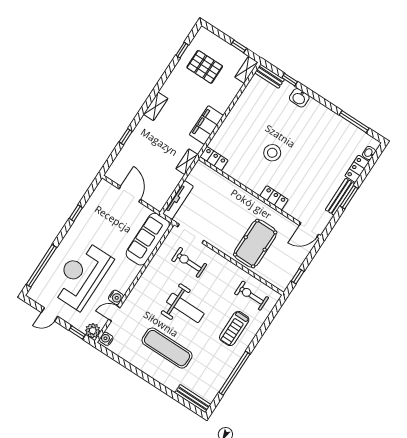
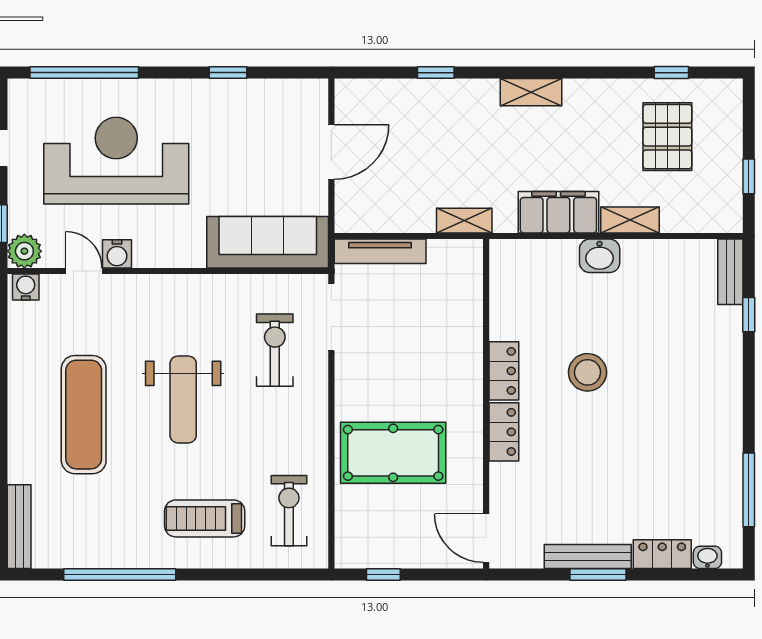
shelving: (246, 70) -> (630, 220), moved
washbasin: (299, 98) -> (600, 256), moved, turned -90
locker: (214, 159) -> (504, 371), moved

